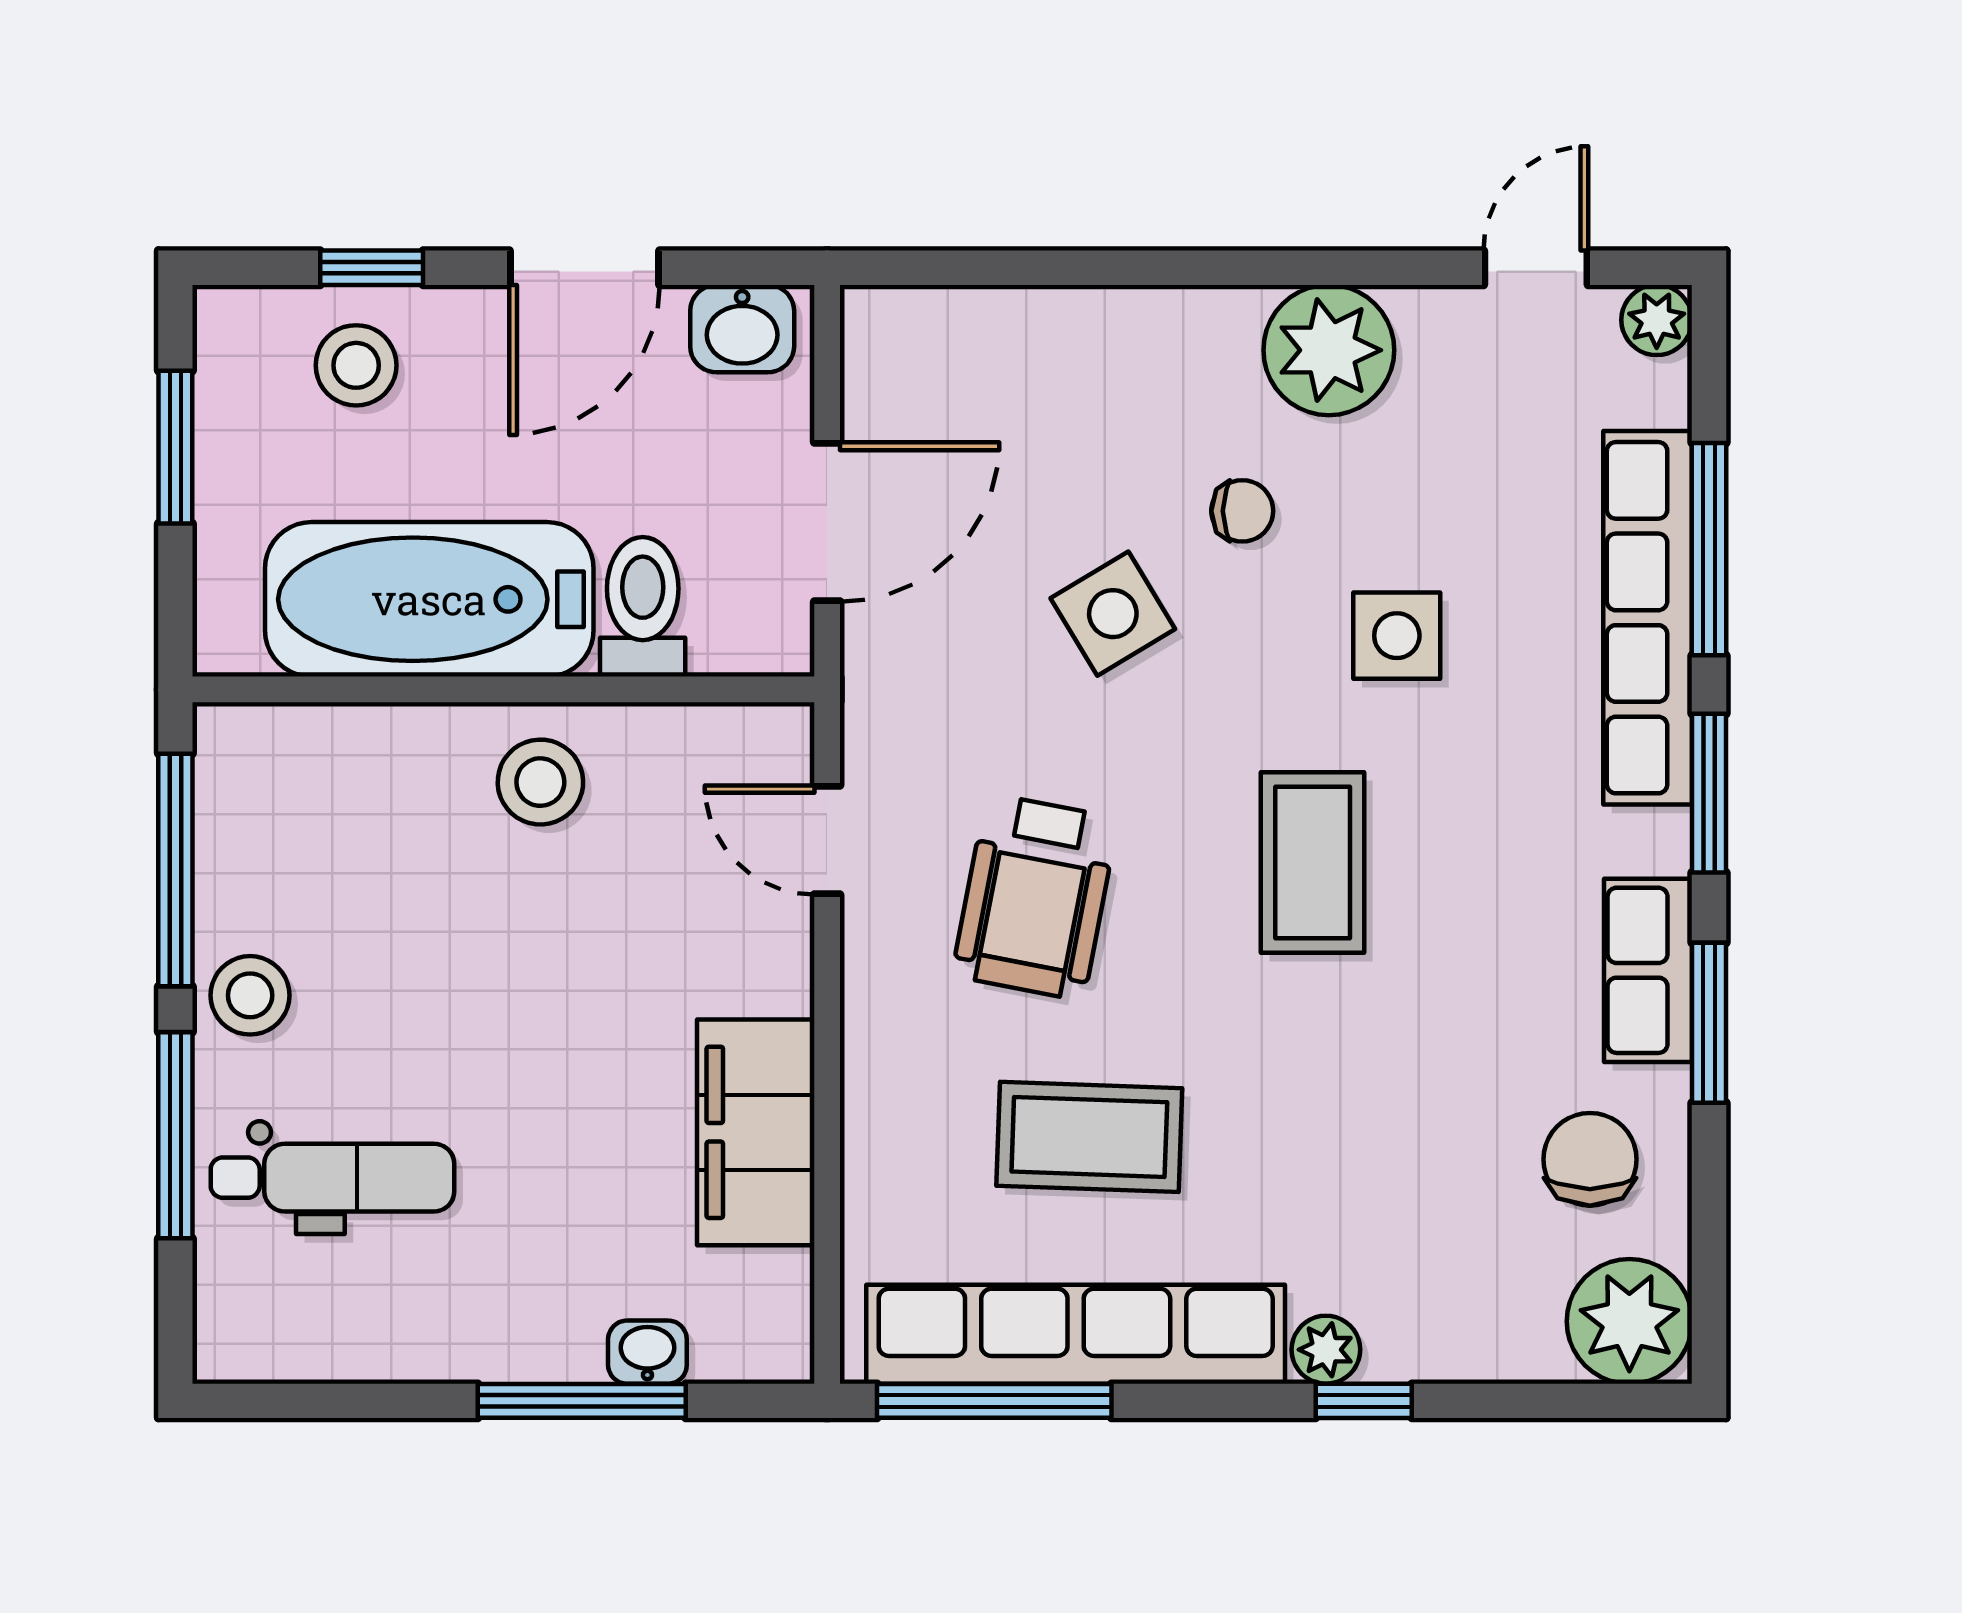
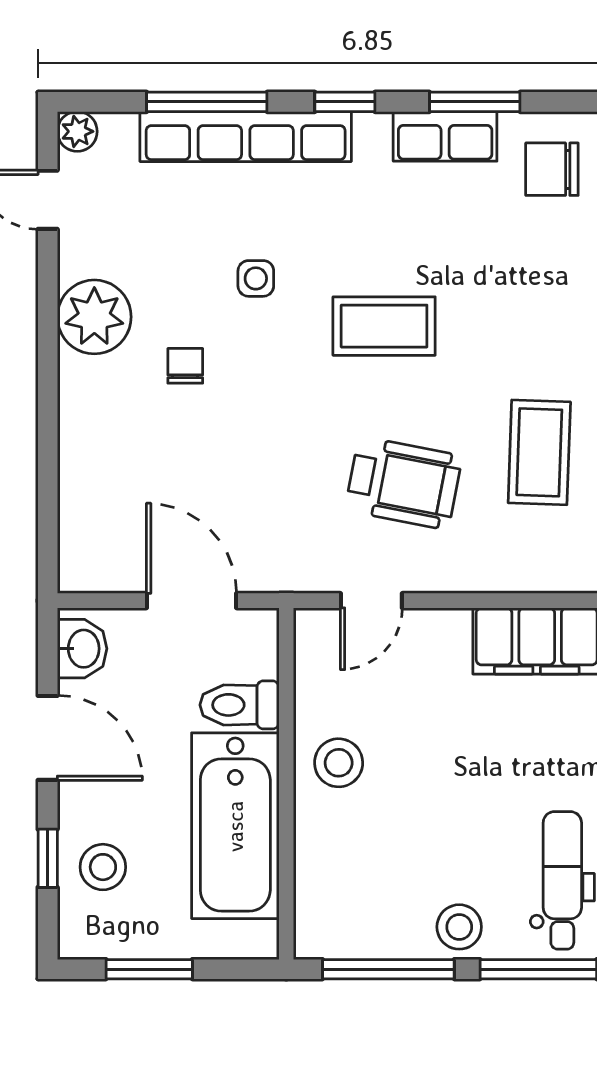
side table: (1113, 614) -> (243, 439), removed
side table: (1397, 636) -> (256, 278), width x0.73, depth x0.73
window: (1709, 793) -> (345, 102), width x0.67

